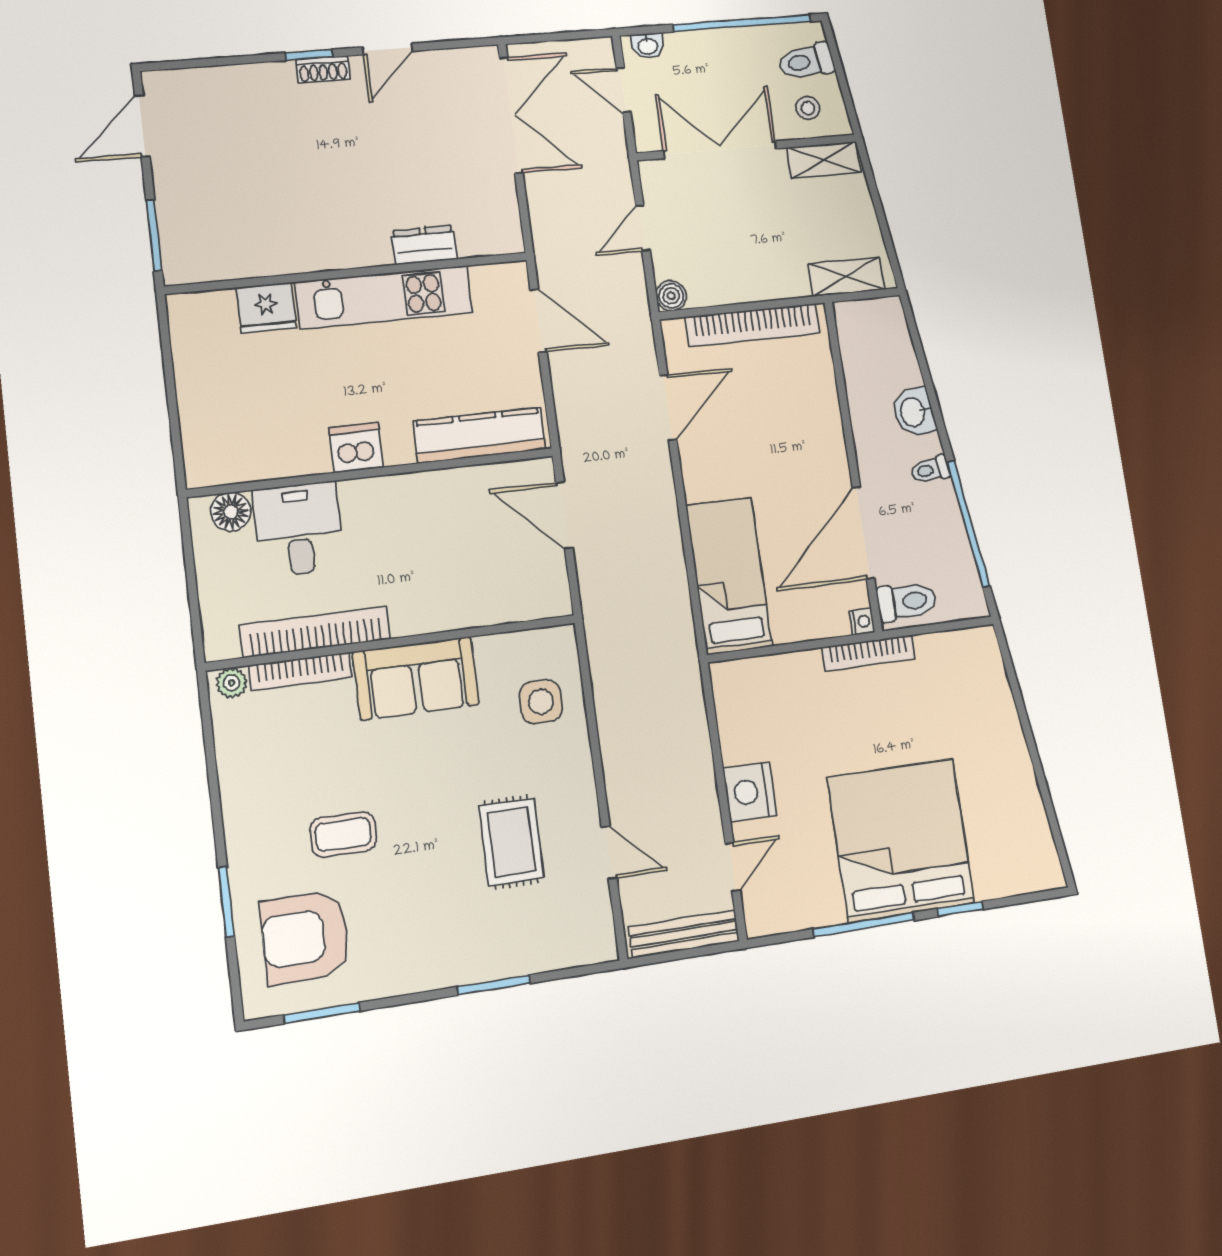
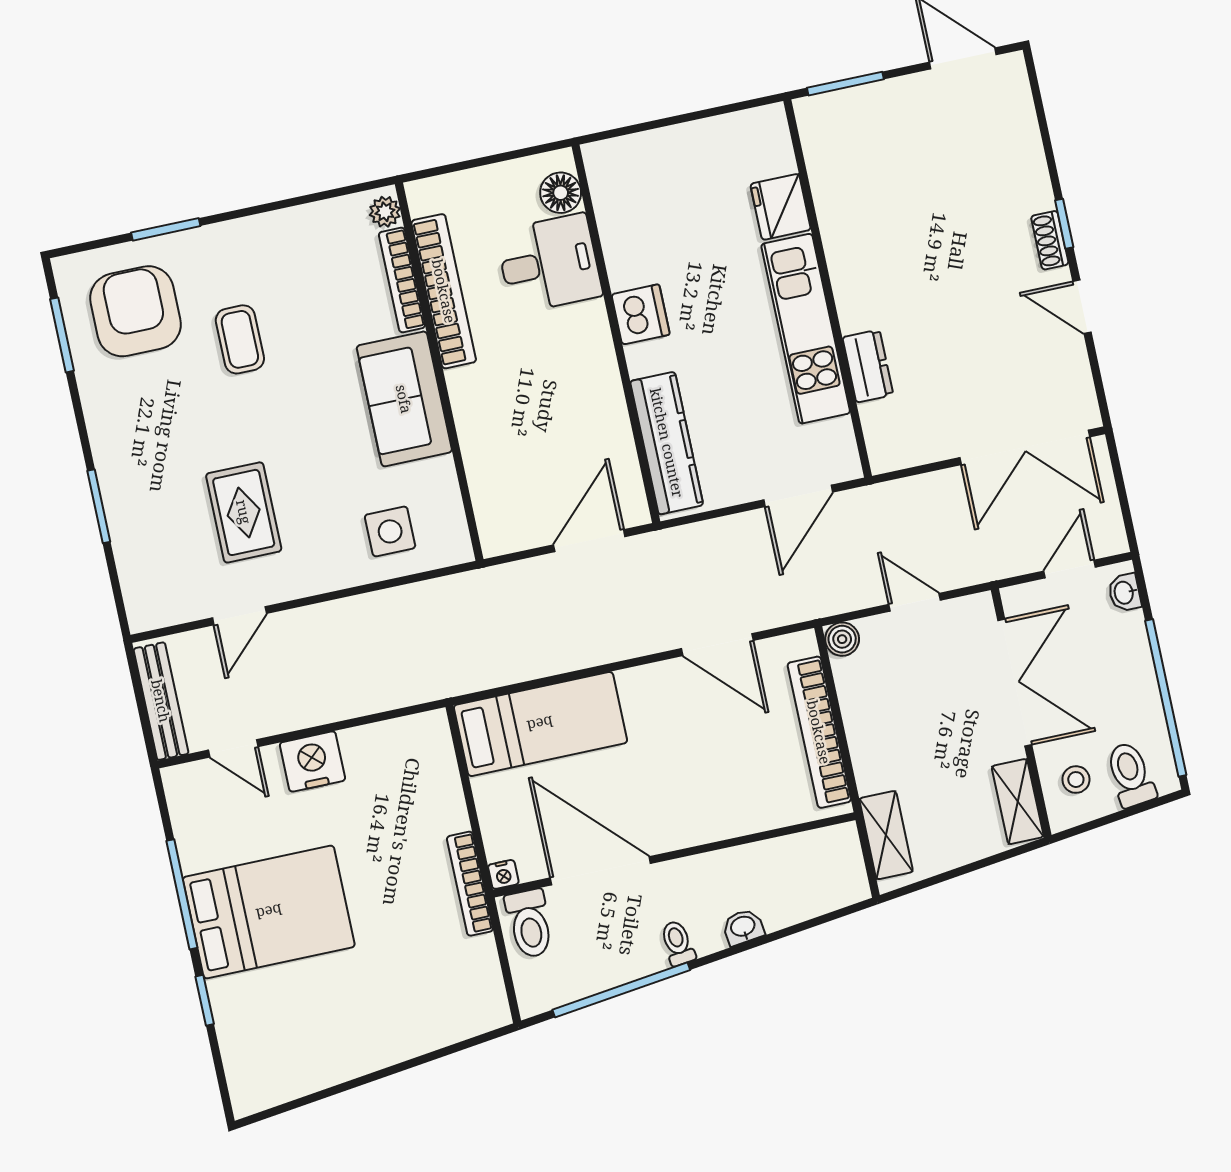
washbasin: (914, 412) -> (743, 927), width x0.72, depth x0.69
bed: (901, 840) -> (269, 912), width x0.73
rug: (511, 842) -> (244, 512), turned 90

